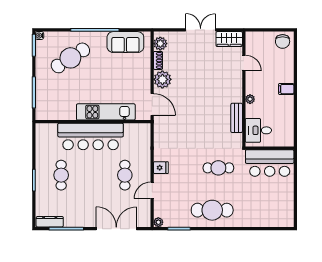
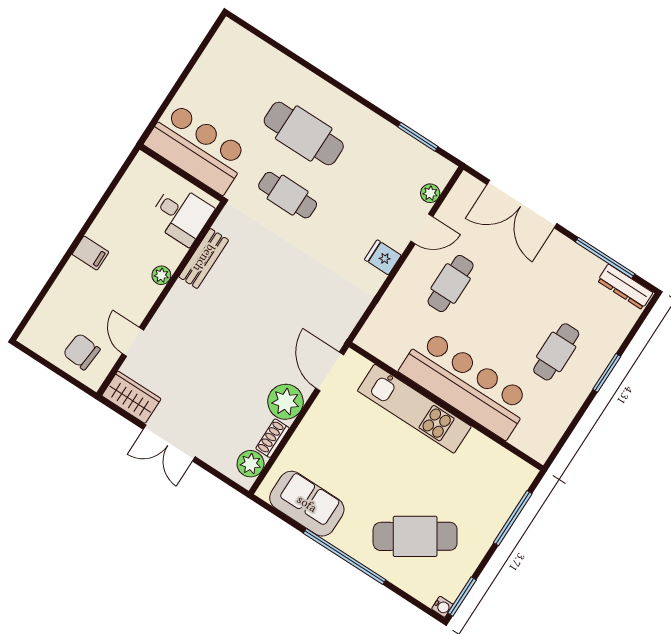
chair: (283, 41) -> (82, 352), moved, turned -85
cafe table: (212, 210) -> (304, 133), moved
plant: (158, 222) -> (430, 193), moved

